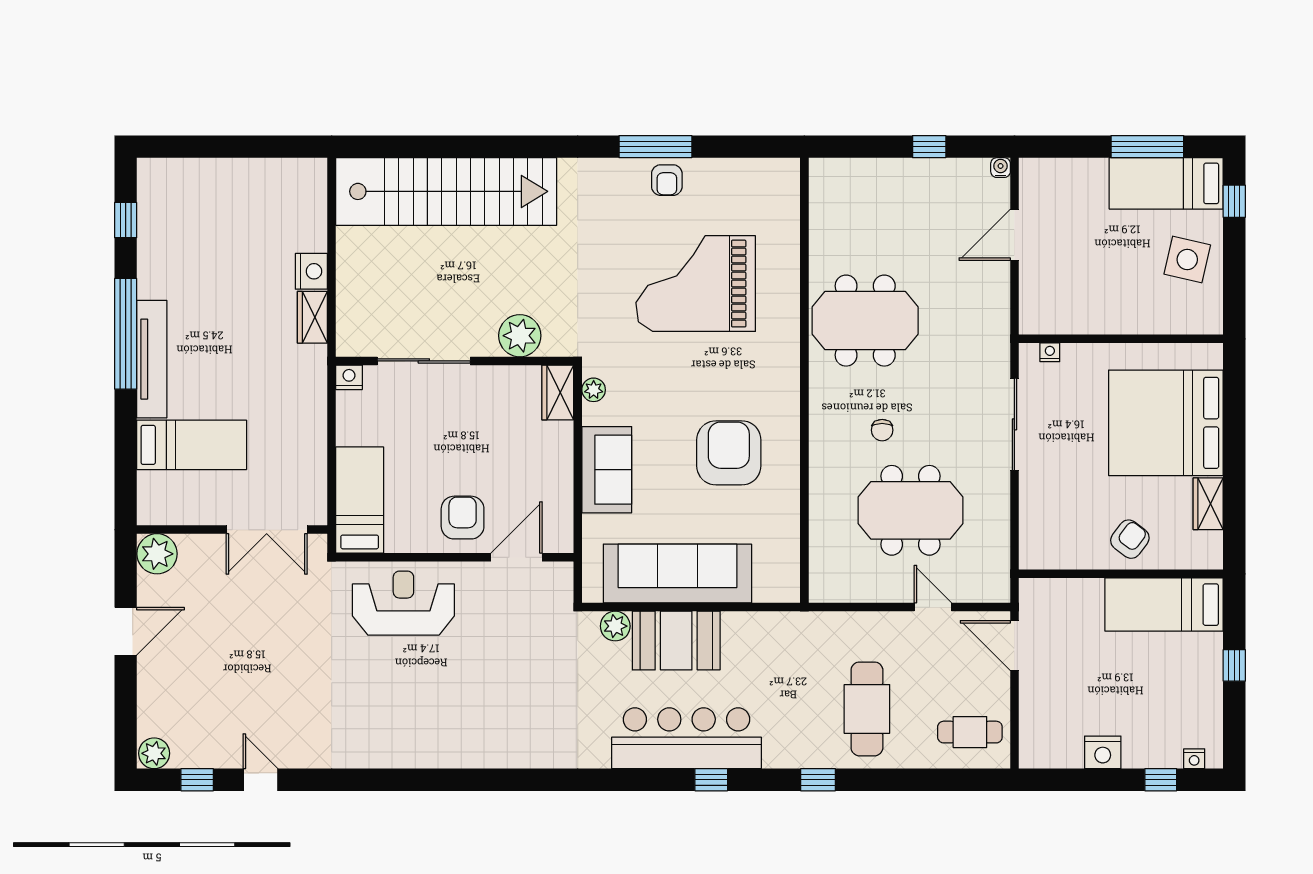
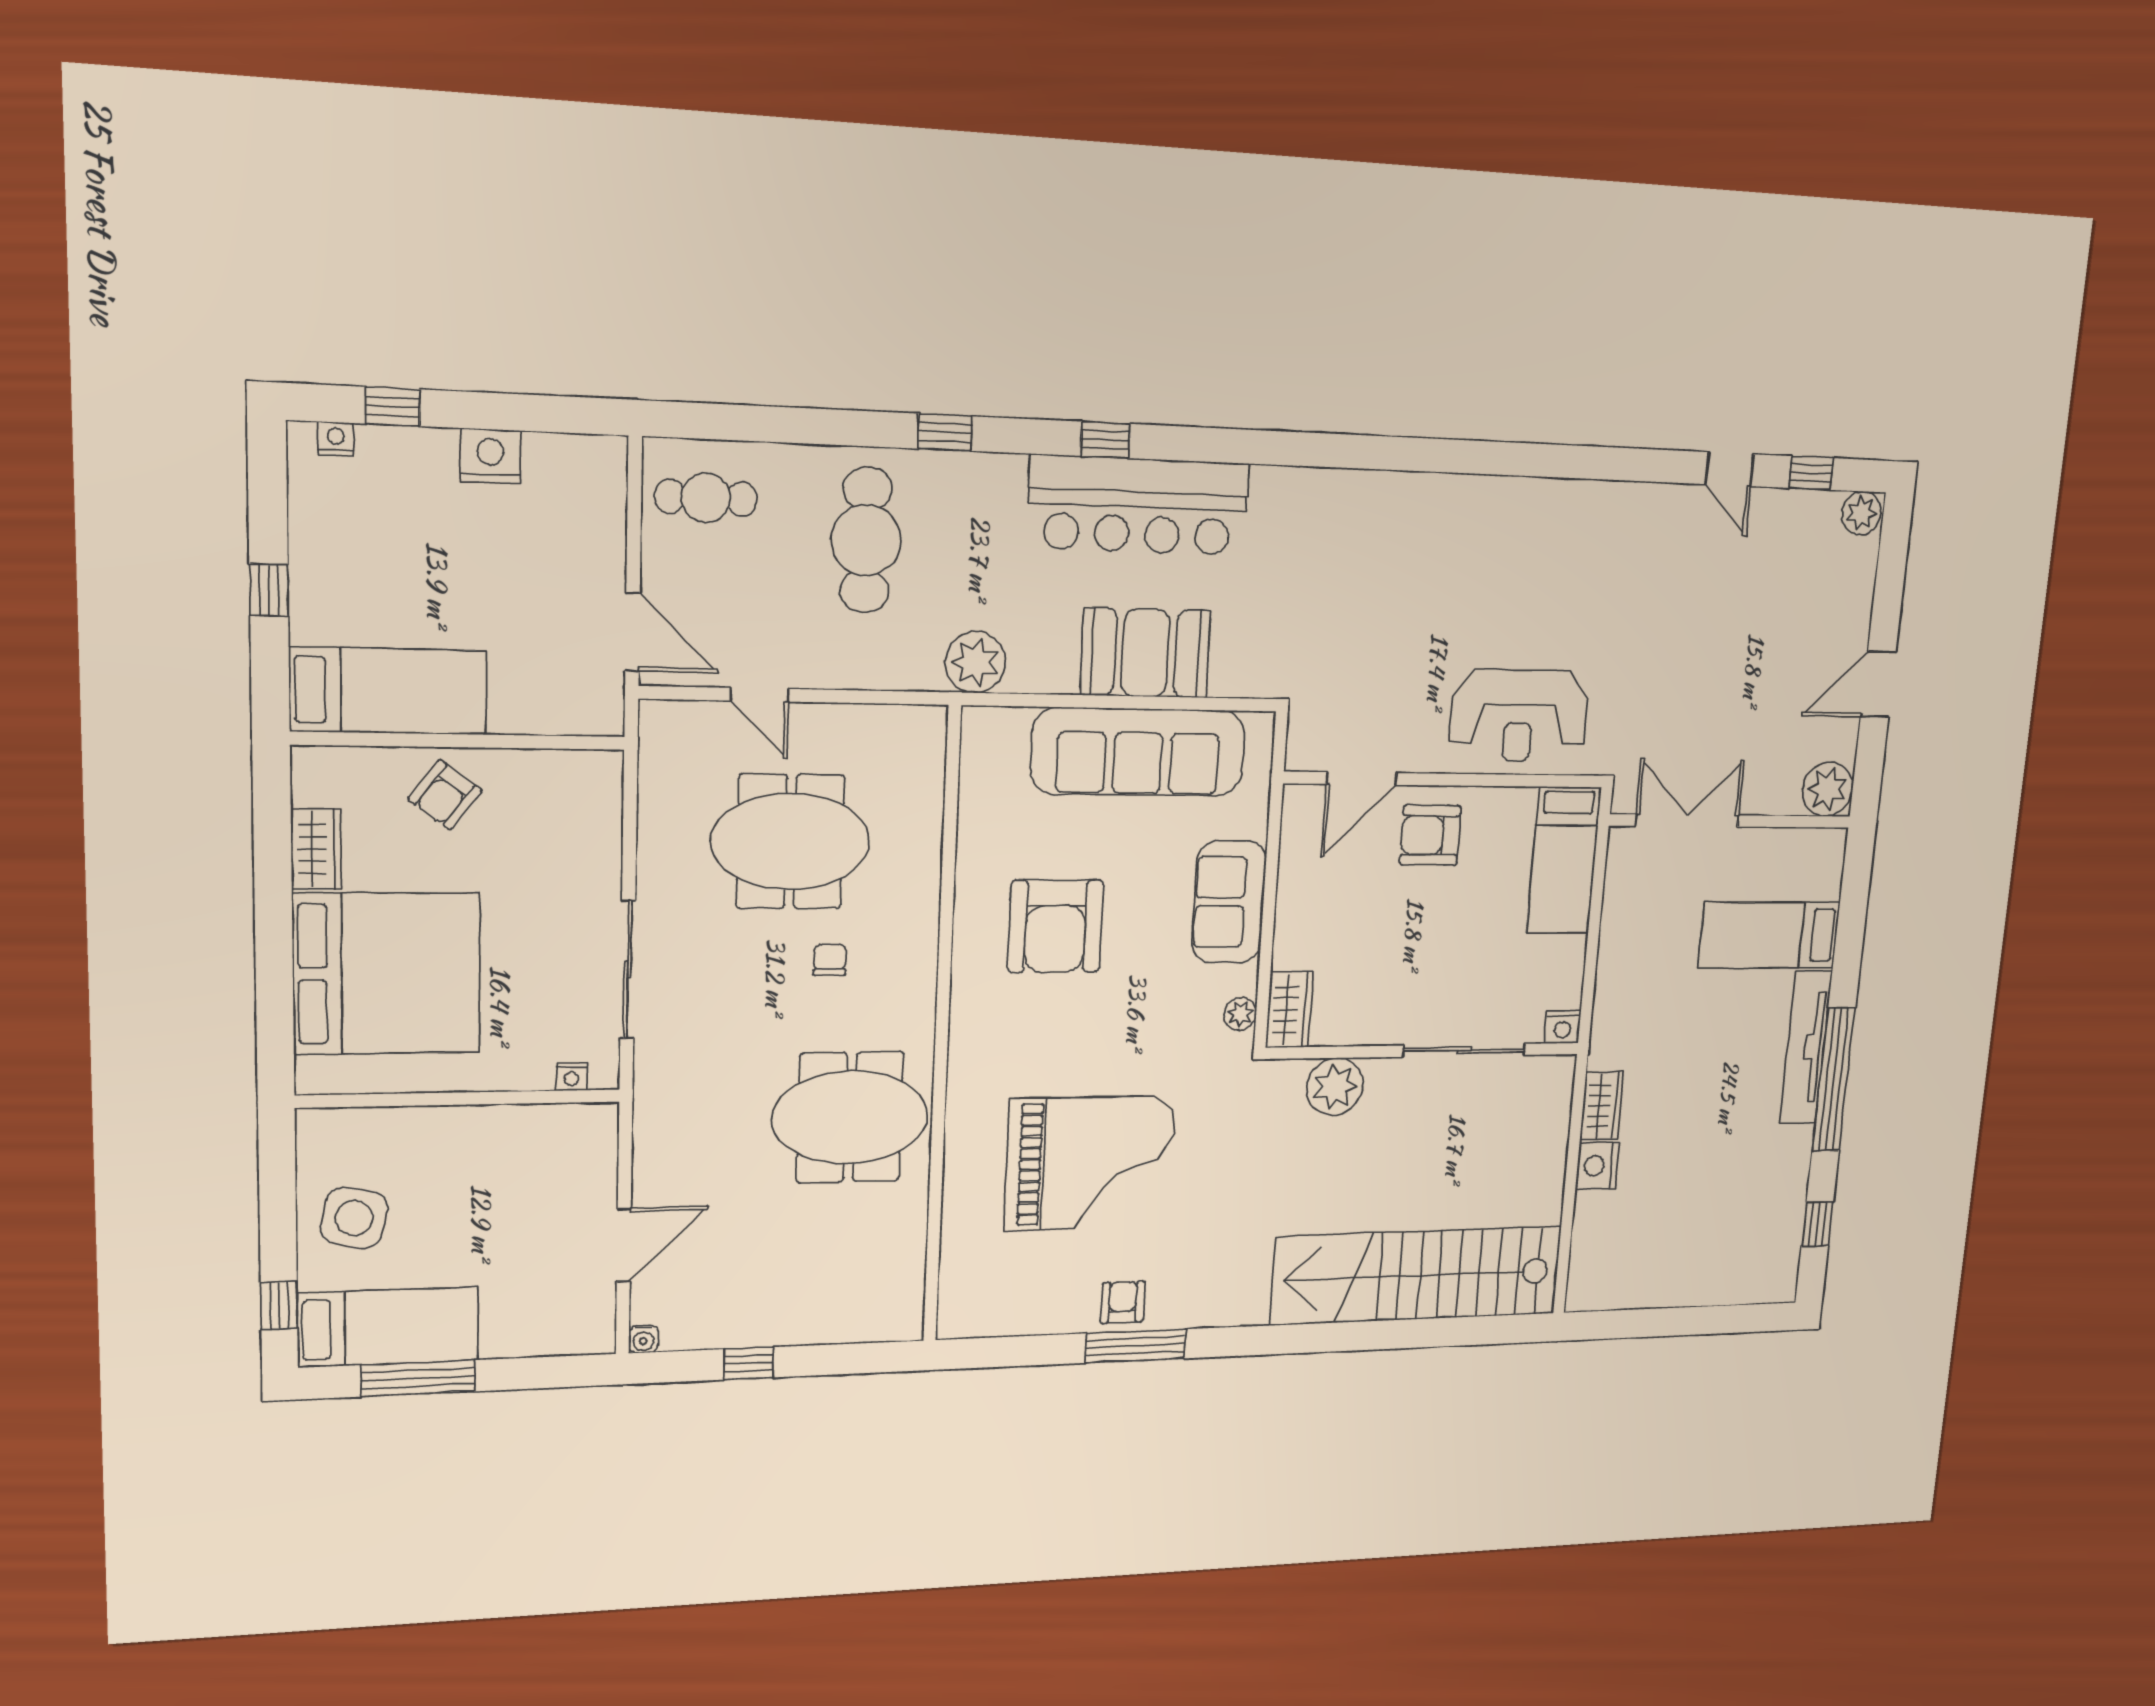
armchair: (463, 518) -> (1430, 835), turned 90
plant: (615, 626) -> (975, 662), moved, width x1.36, depth x1.36

